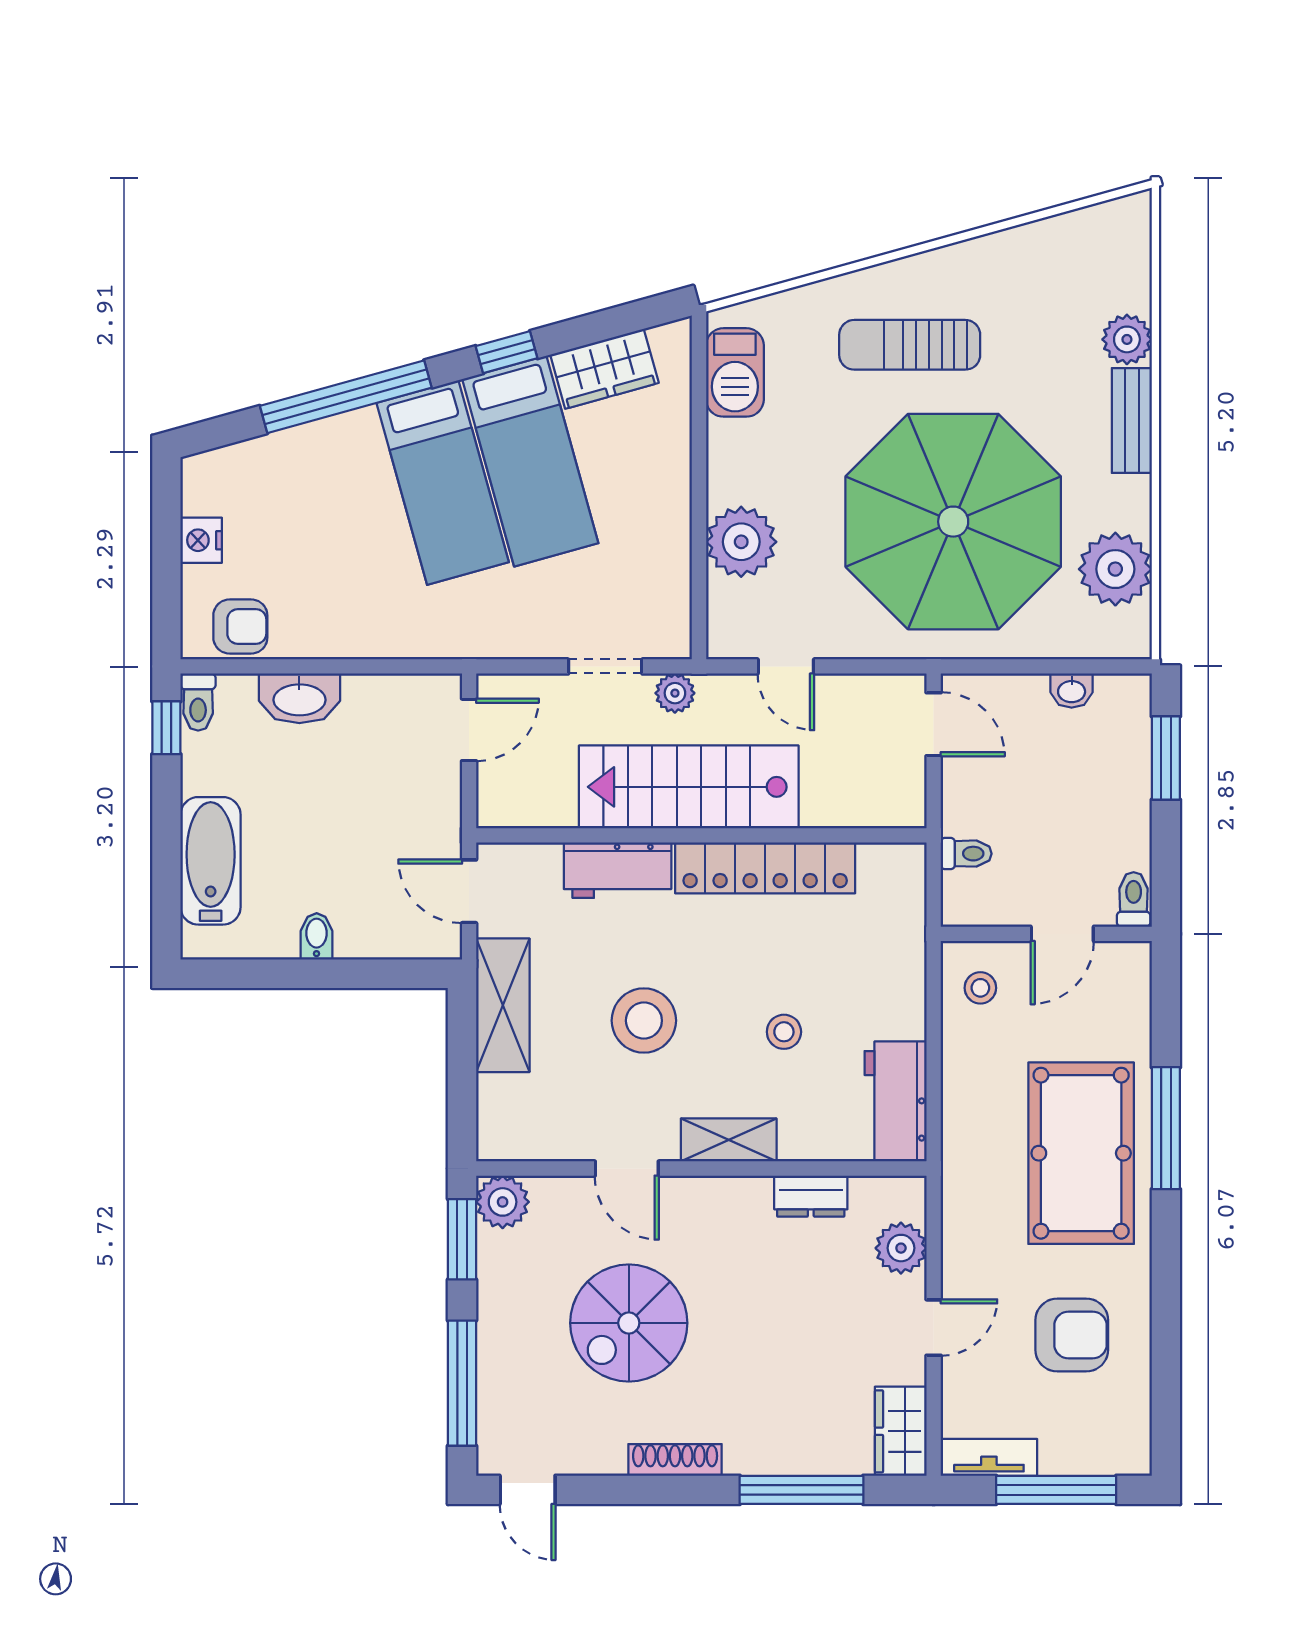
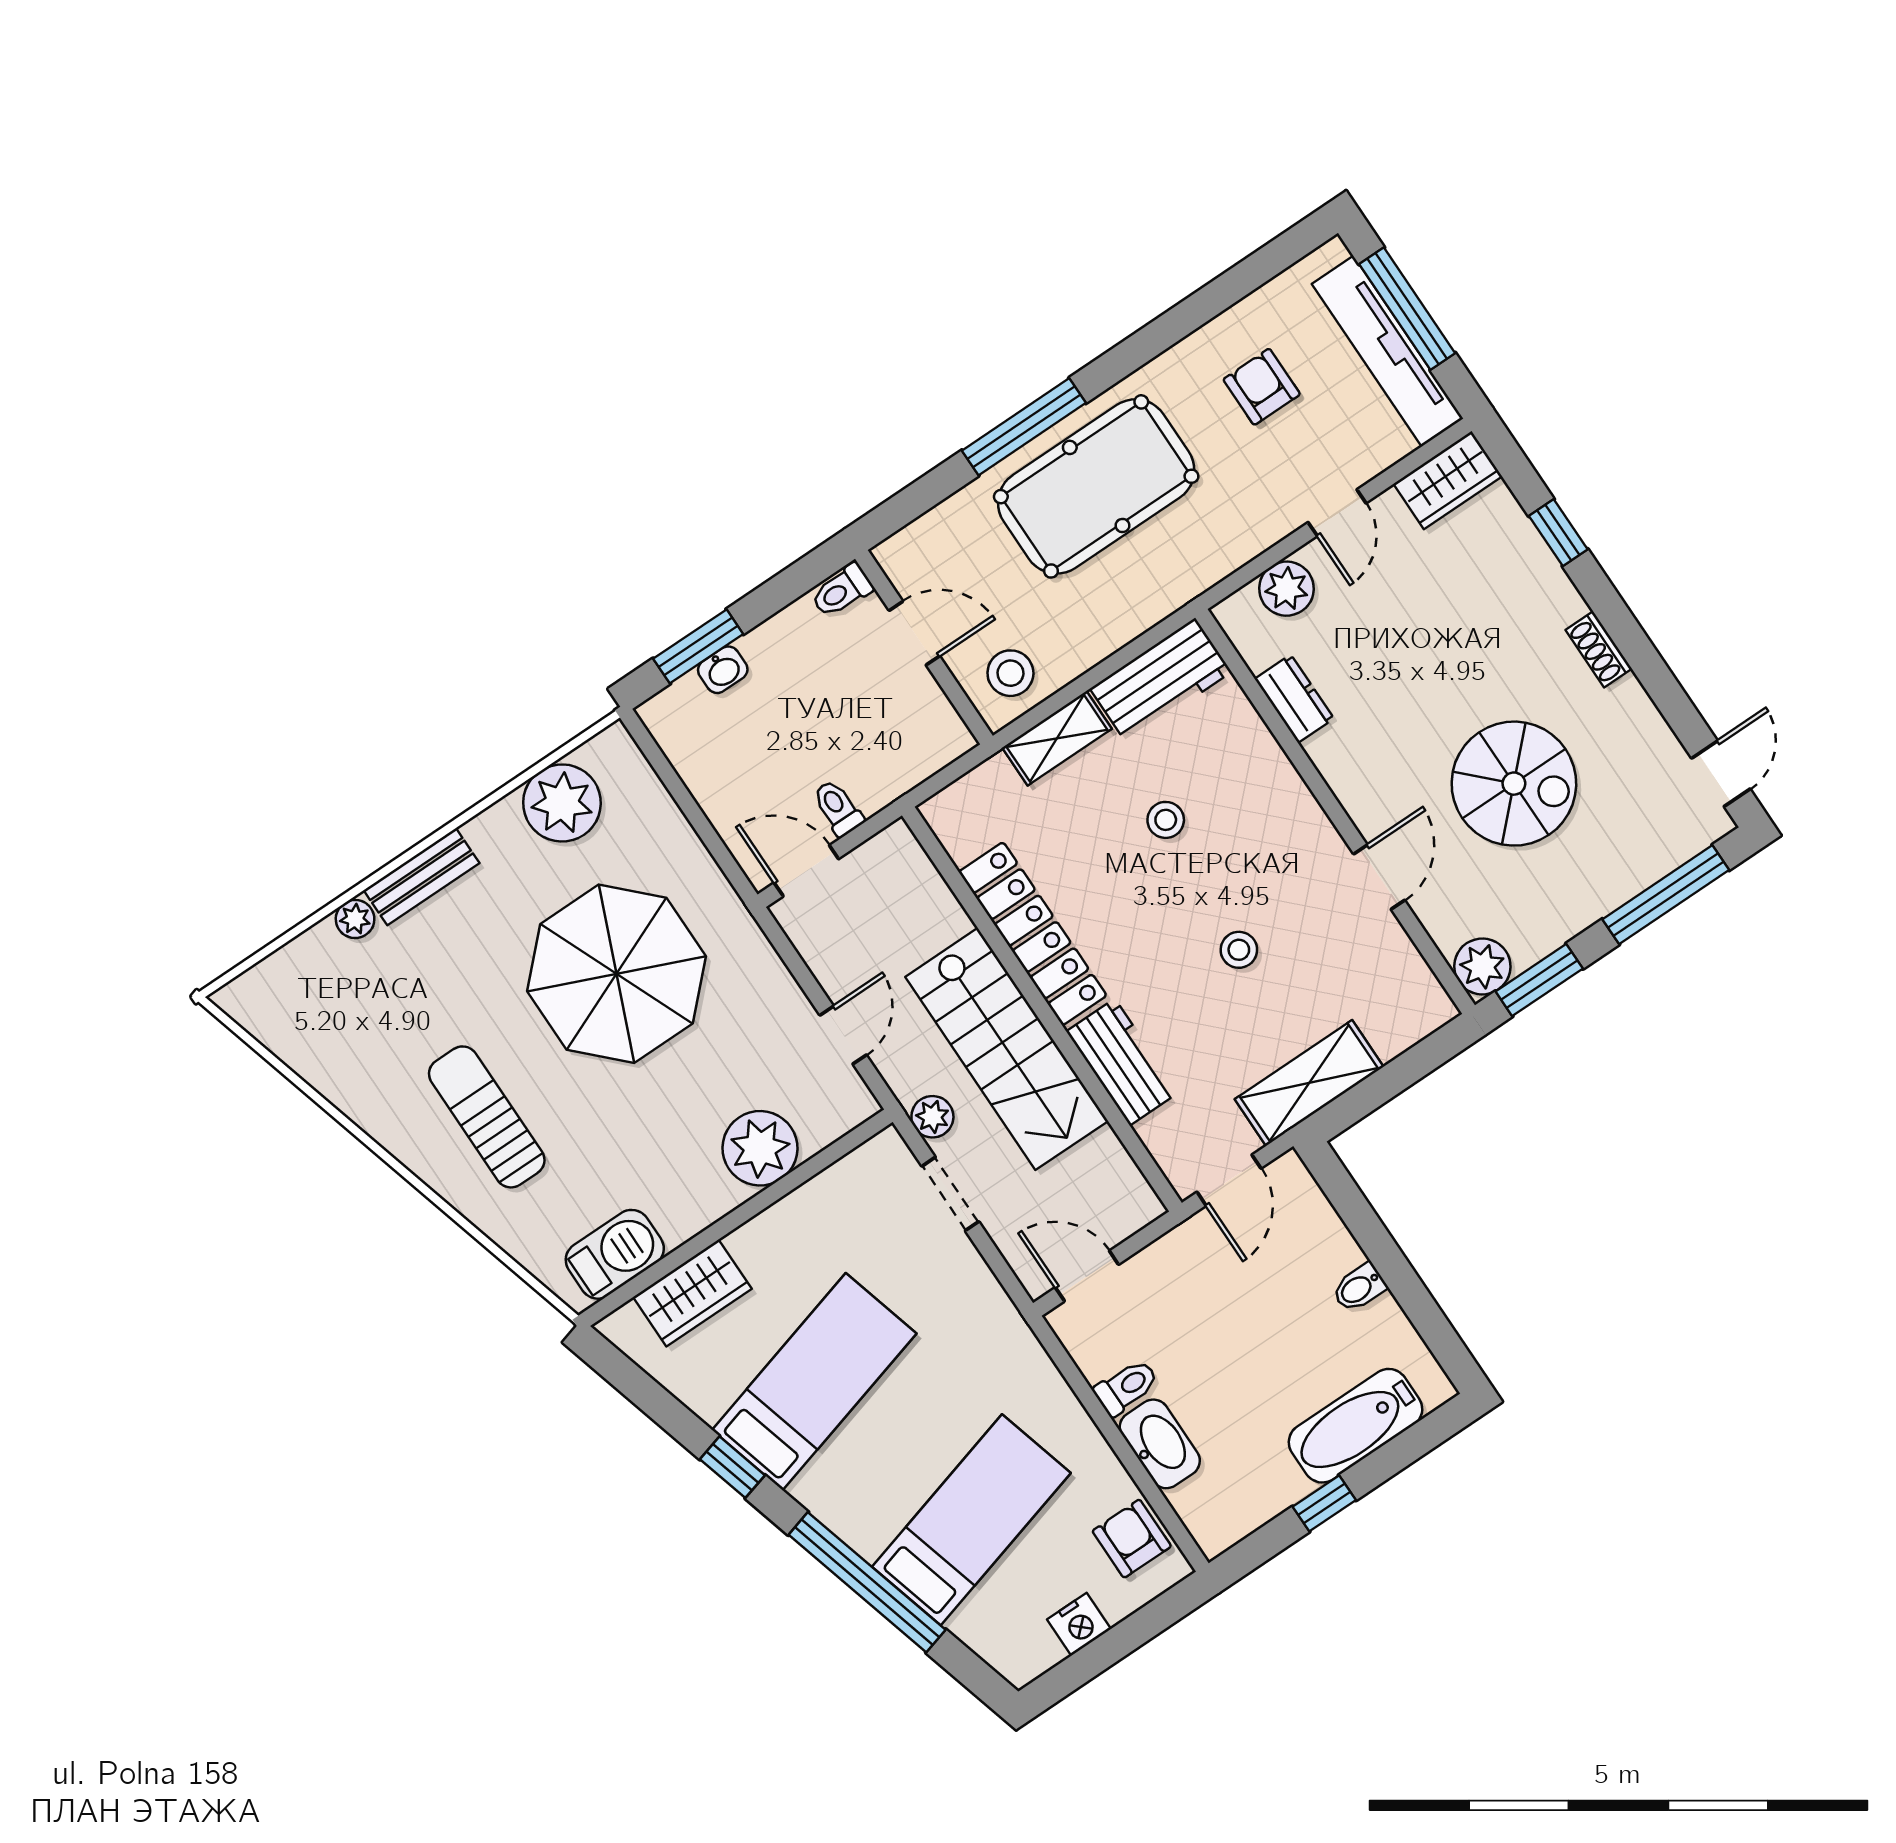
plant: (1127, 339) -> (355, 919), width x0.73, depth x0.73
sun lounger: (910, 345) -> (487, 1117), turned 180
wardrobe: (604, 369) -> (692, 1293), moved, turned 106
bed: (443, 483) -> (971, 1520), moved
parasol: (953, 522) -> (616, 974), width x0.73, depth x0.73
washbasin: (1072, 691) -> (723, 670), moved, turned 90
toilet: (198, 702) -> (1126, 1387), moved
door: (934, 724) -> (806, 871), hinge flipped
window: (166, 728) -> (1324, 1503), moved
toilet: (966, 854) -> (838, 808), moved
stool: (980, 988) -> (1010, 673), width x1.37, depth x1.37
stool: (644, 1021) -> (1239, 950), width x0.53, depth x0.53
shelving: (729, 1140) -> (1057, 738), moved, turned 90
door: (934, 1328) -> (1337, 513), swing flipped
armchair: (1072, 1335) -> (1262, 387), width x0.72, depth x0.72
tv unit: (989, 1457) -> (1388, 351), width x1.92, depth x1.29
shoe rack: (675, 1460) -> (1599, 649), width x0.70
window: (801, 1490) -> (1558, 533), width x0.46

